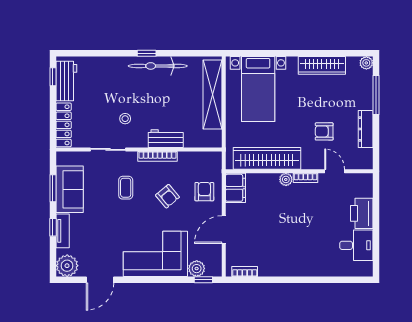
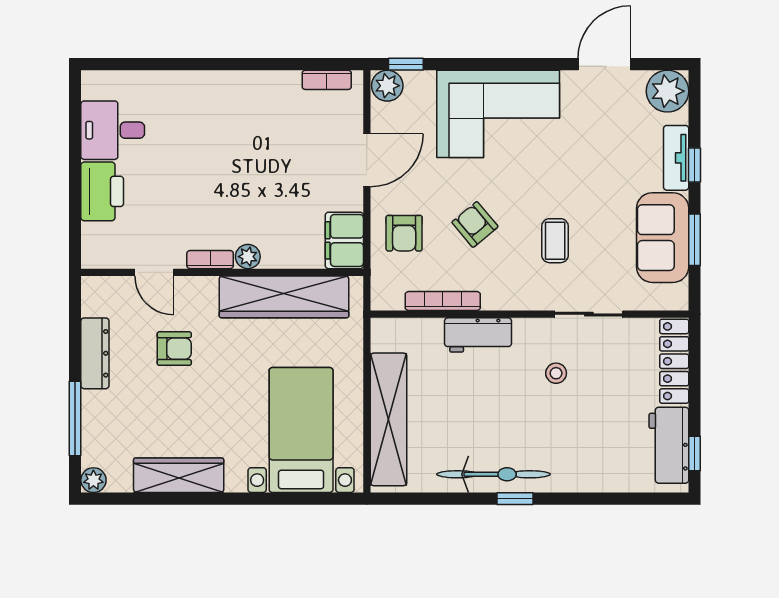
bookcase: (158, 156) -> (443, 301), moved
plant: (197, 269) -> (387, 86), moved

